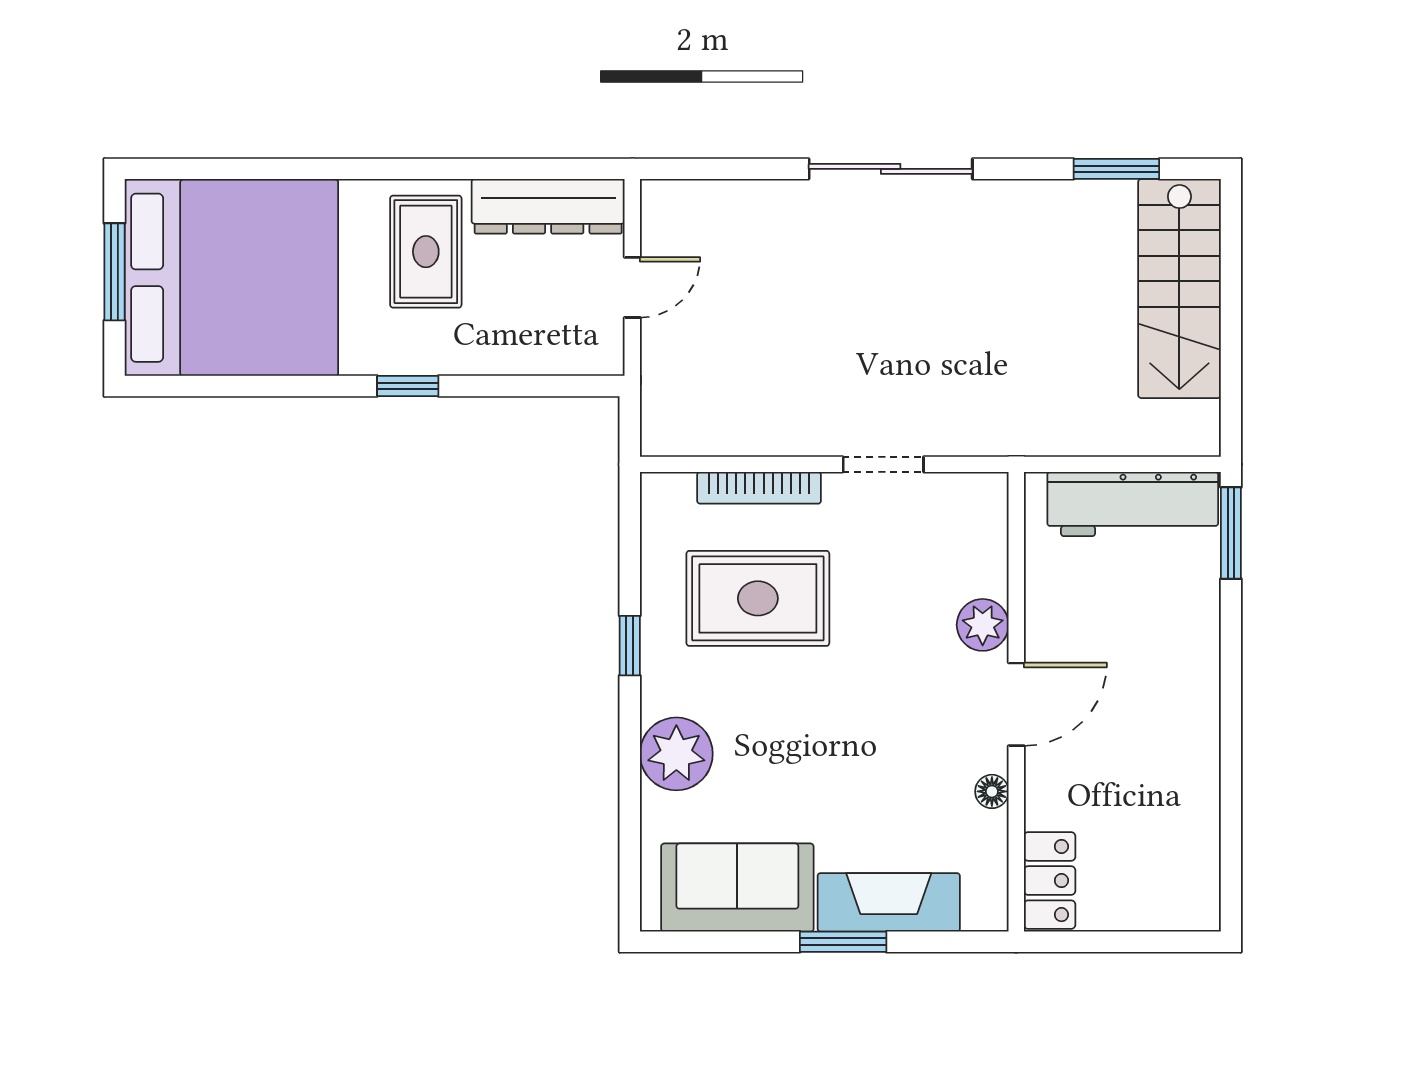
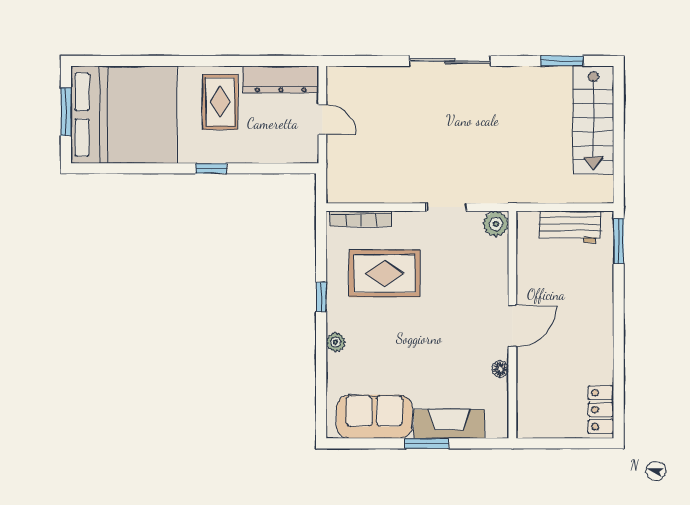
door: (632, 287) -> (322, 119), hinge flipped
bookcase: (759, 488) -> (361, 219), moved
workbench: (1133, 504) -> (570, 227), width x0.73
plant: (983, 625) -> (496, 224), moved
plant: (676, 754) -> (336, 342), width x0.53, depth x0.53
locker: (1050, 881) -> (601, 410), moved, turned 180

